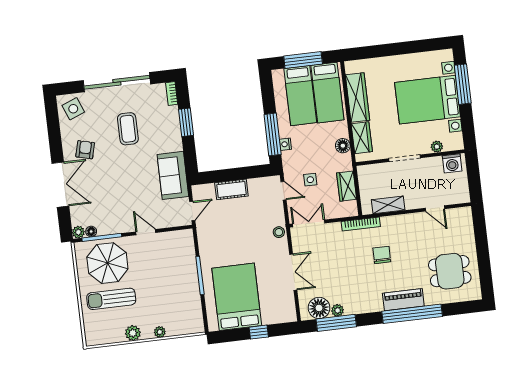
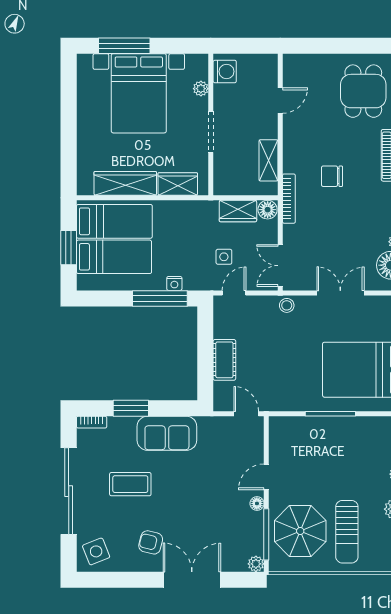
window: (303, 60) -> (69, 248), width x0.69
floor lamp: (343, 146) -> (268, 210), moved
sofa: (173, 175) -> (167, 433), moved
floor lamp: (91, 231) -> (257, 503), moved

